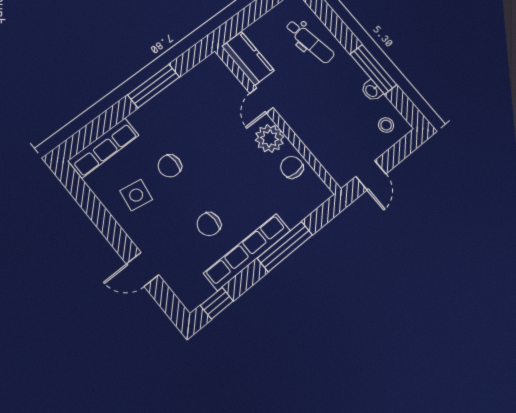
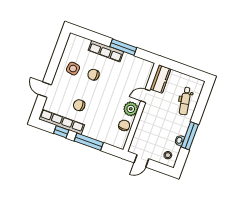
row of seats: (104, 148) -> (106, 51), moved
row of seats: (247, 252) -> (62, 122), moved
window: (217, 303) -> (61, 132), moved

